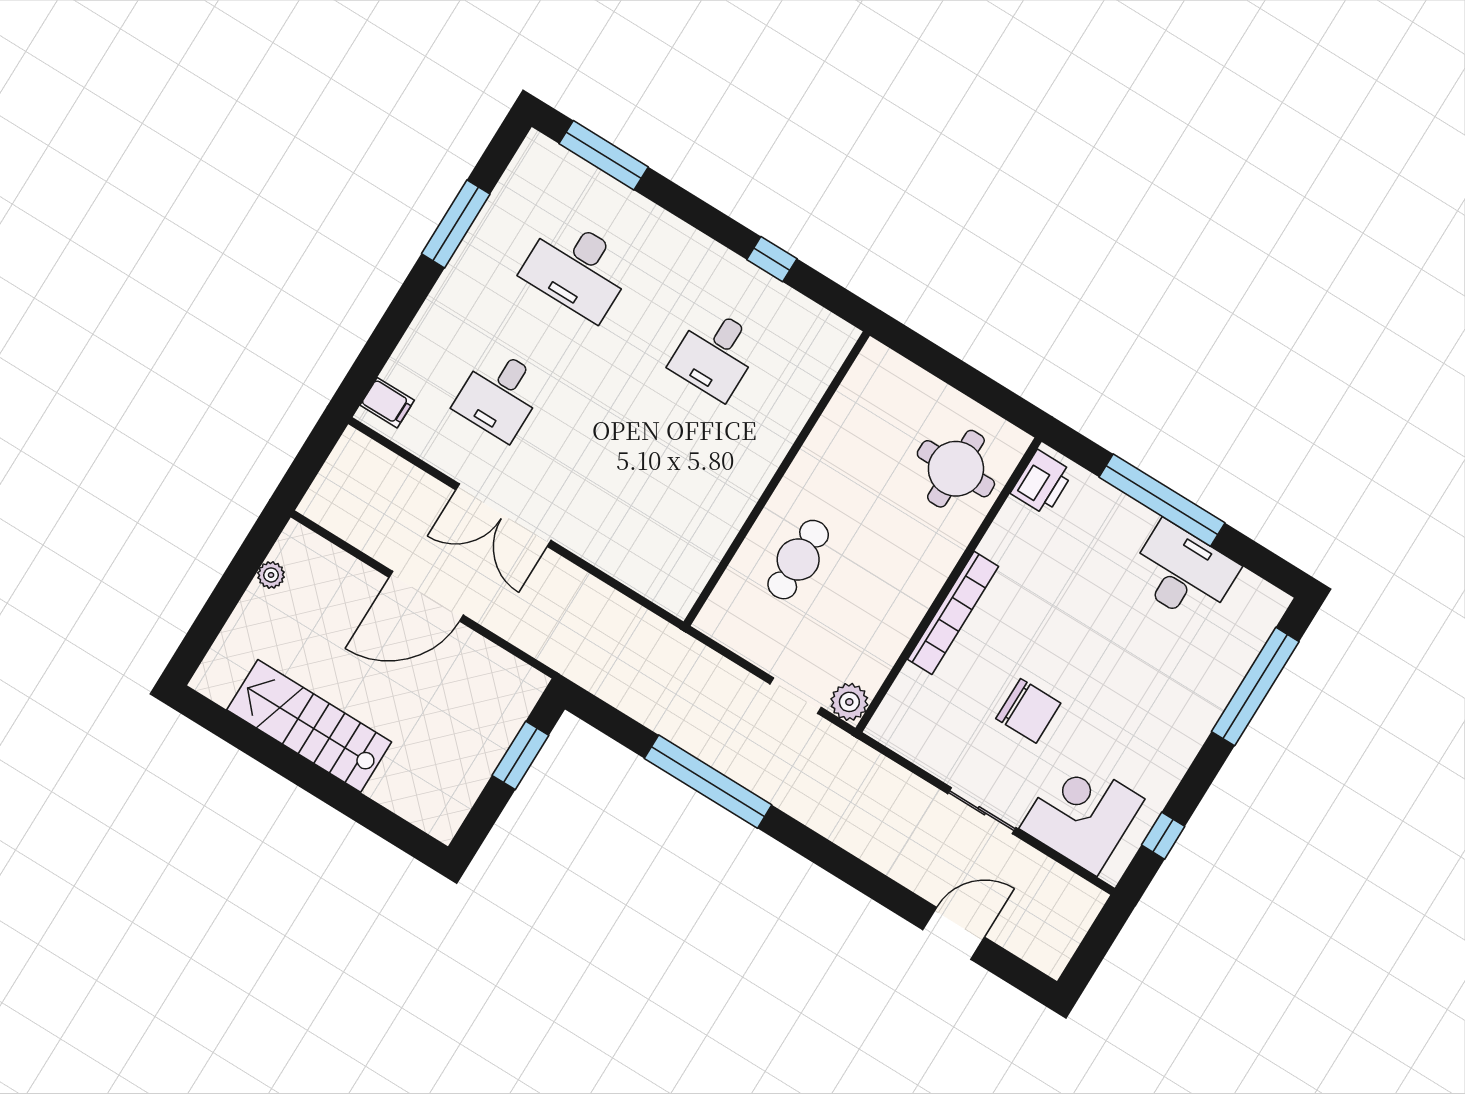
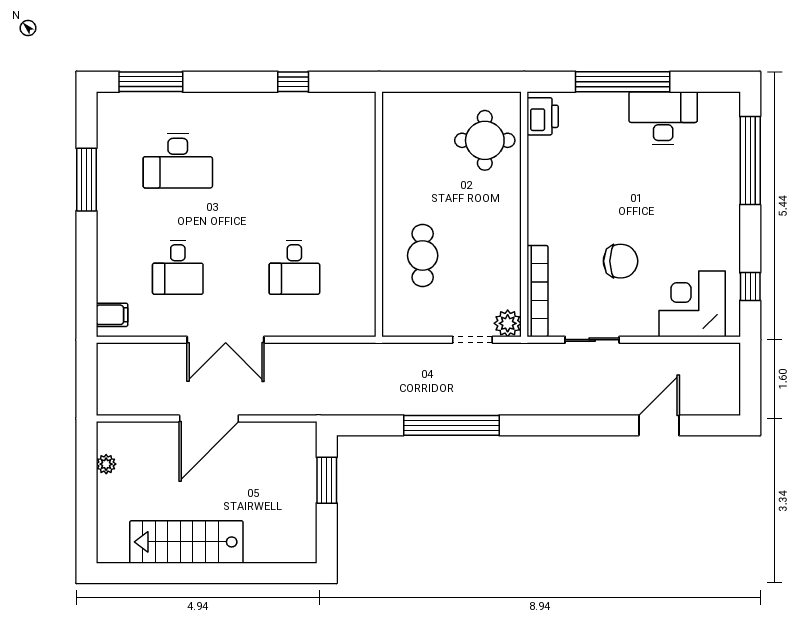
desk: (716, 354) -> (294, 267), moved
bookcase: (953, 613) -> (537, 291), moved
sliding door: (982, 811) -> (592, 340), moved

